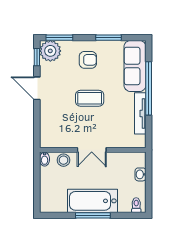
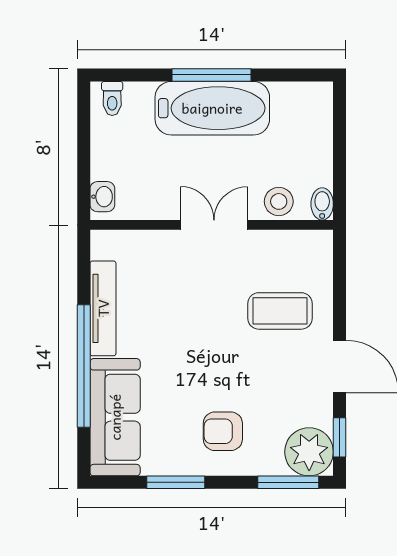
coffee table: (90, 98) -> (280, 311), moved
washbasin: (141, 174) -> (102, 197), moved

